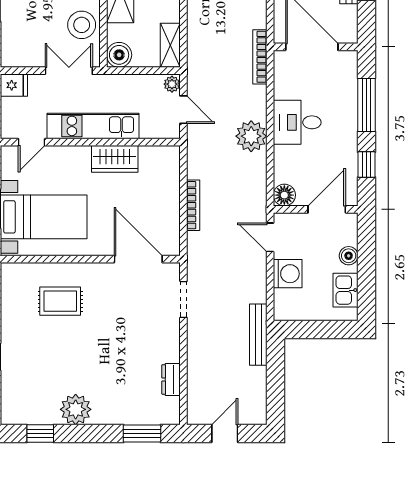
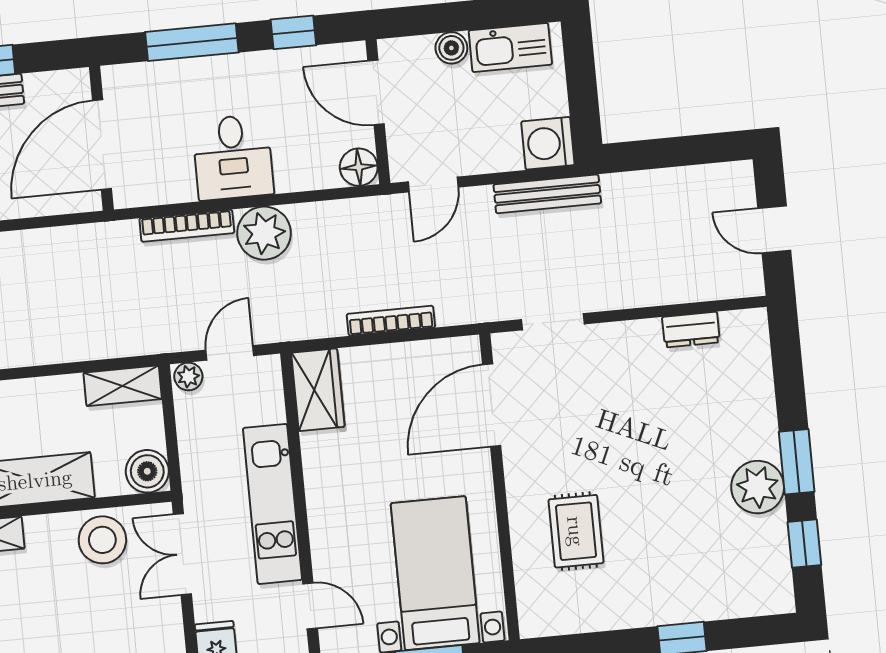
bookcase: (260, 57) -> (187, 226), moved
wardrobe: (115, 159) -> (318, 390), moved
washing machine: (288, 274) -> (548, 143), moved, turned -90
kitchen sink: (346, 290) -> (510, 47), width x1.38
bench: (258, 335) -> (547, 194), moved
window: (142, 434) -> (797, 462), moved

